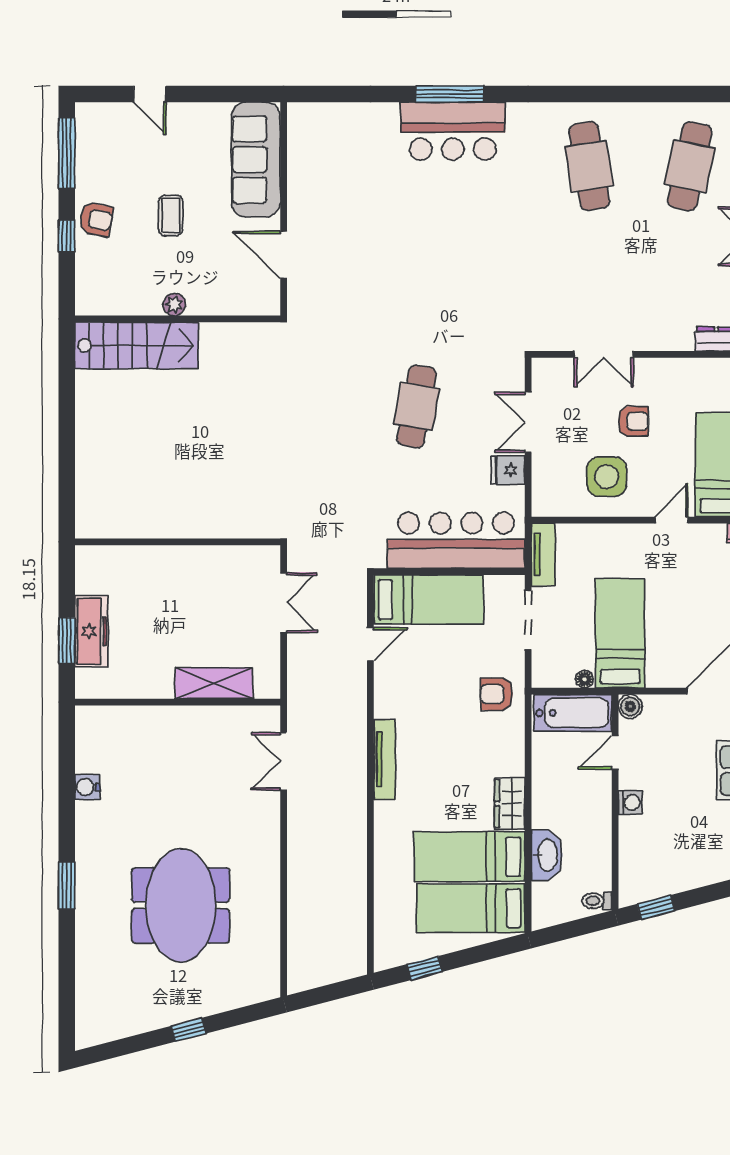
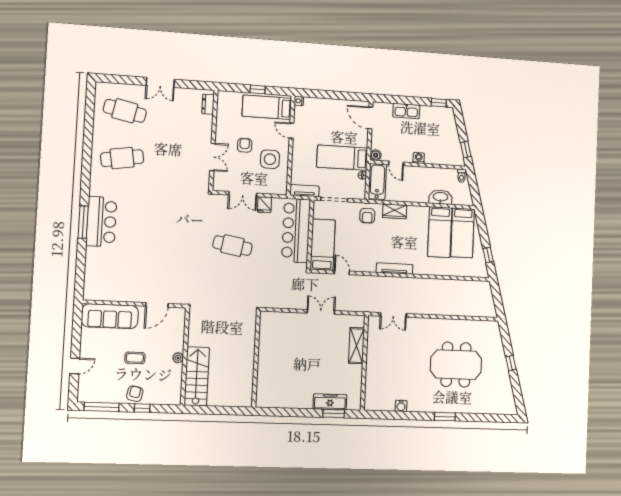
wall: (178, 542) -> (256, 359), moved
wardrobe: (510, 804) -> (395, 211), moved

